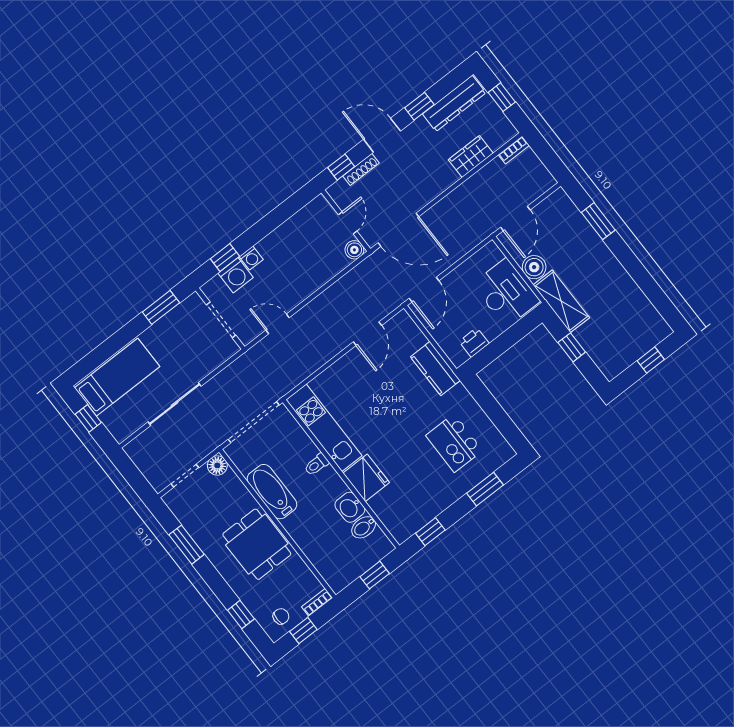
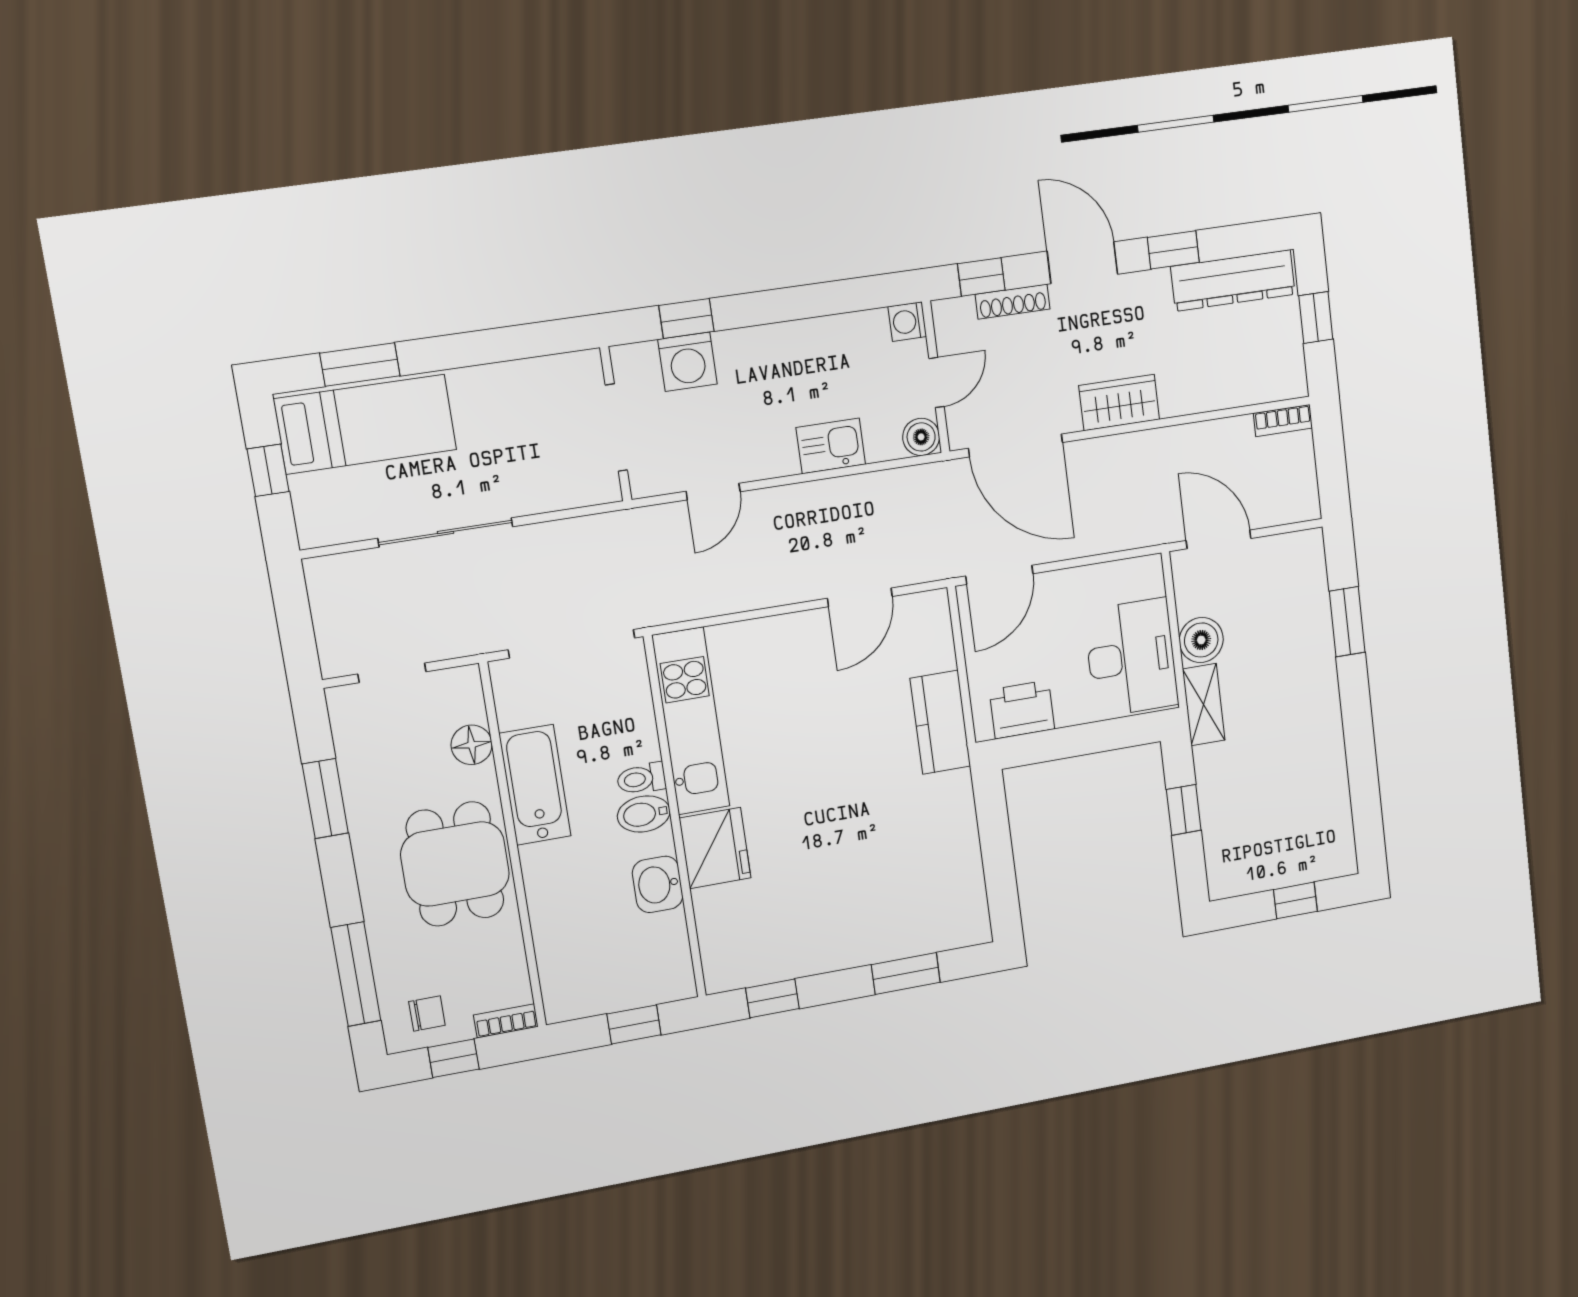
wardrobe: (471, 156) -> (1119, 403), moved
door: (515, 219) -> (1219, 539), swing flipped
washing machine: (251, 258) -> (907, 322), moved, turned 90
kitchen sink: (317, 276) -> (831, 446), added
shelving: (561, 301) -> (1204, 705), width x0.67, depth x0.75
window: (161, 307) -> (360, 364), moved
door: (278, 324) -> (713, 492), swing flipped
printer: (474, 342) -> (1022, 709), width x1.36, depth x1.24
kitchen island: (454, 443) -> (899, 868), removed
floor lamp: (217, 465) -> (472, 745), moved
bidet: (364, 527) -> (644, 814), moved
window: (241, 614) -> (356, 974), width x2.17

